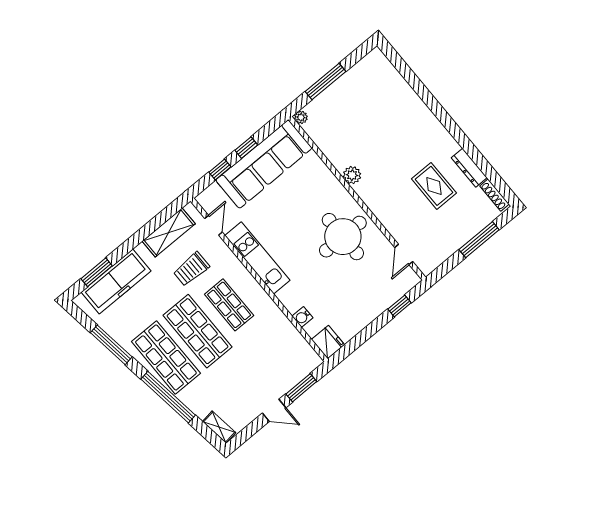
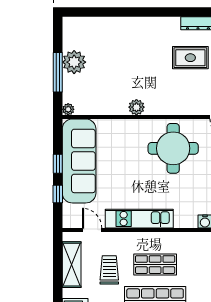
plant: (346, 88) -> (74, 62), added
trolley: (191, 269) -> (109, 270), turned 180

